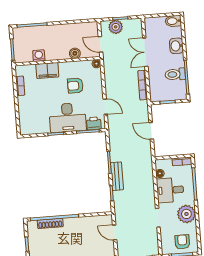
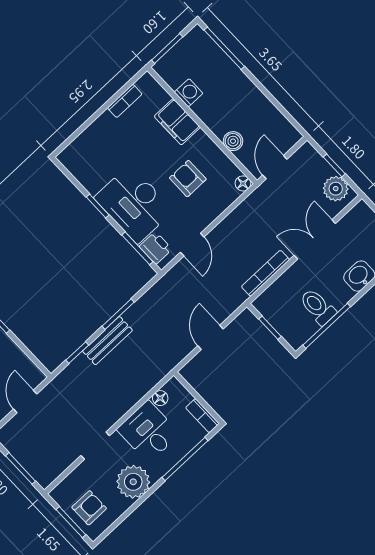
plant: (116, 27) -> (336, 189), moved

